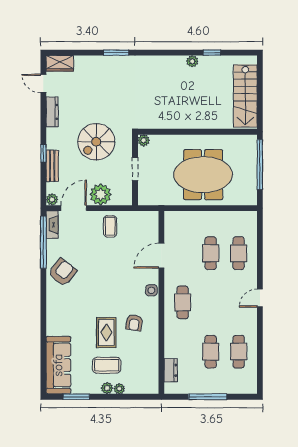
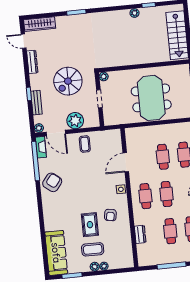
wardrobe: (60, 63) -> (40, 24), width x1.50
meeting table: (203, 175) -> (151, 98), turned 90
door: (74, 208) -> (56, 133), swing flipped
cafe table: (211, 302) -> (167, 194), added
dresser: (171, 370) -> (140, 234), moved

